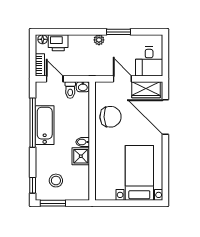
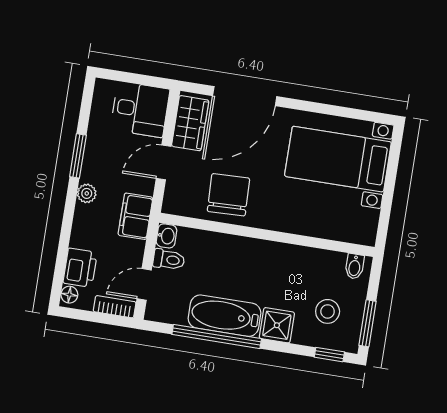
filing cabinet: (91, 68) -> (135, 216), added
bidet: (83, 142) -> (355, 266), moved
shower: (81, 156) -> (277, 325), moved

